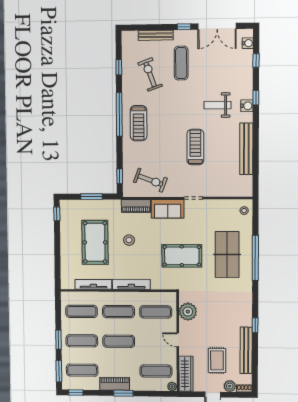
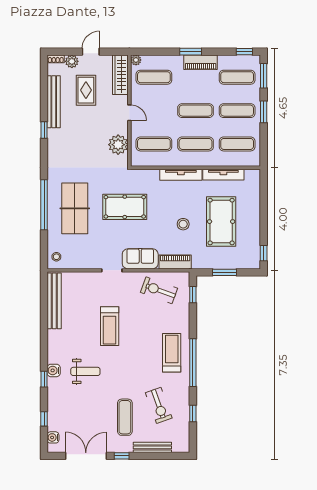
bench: (246, 149) -> (54, 301), moved

